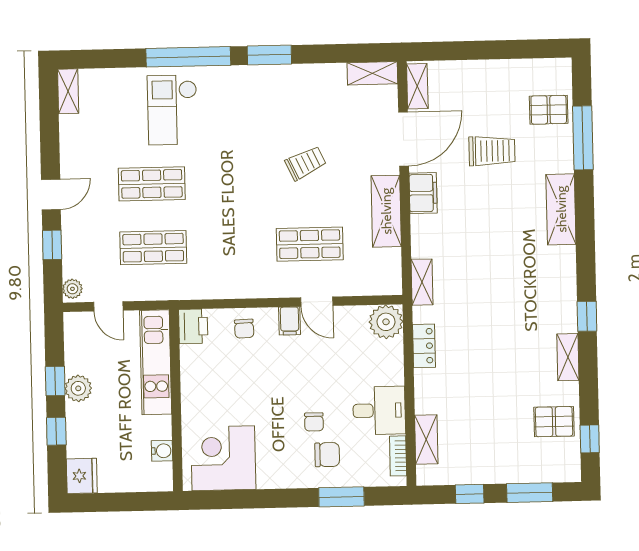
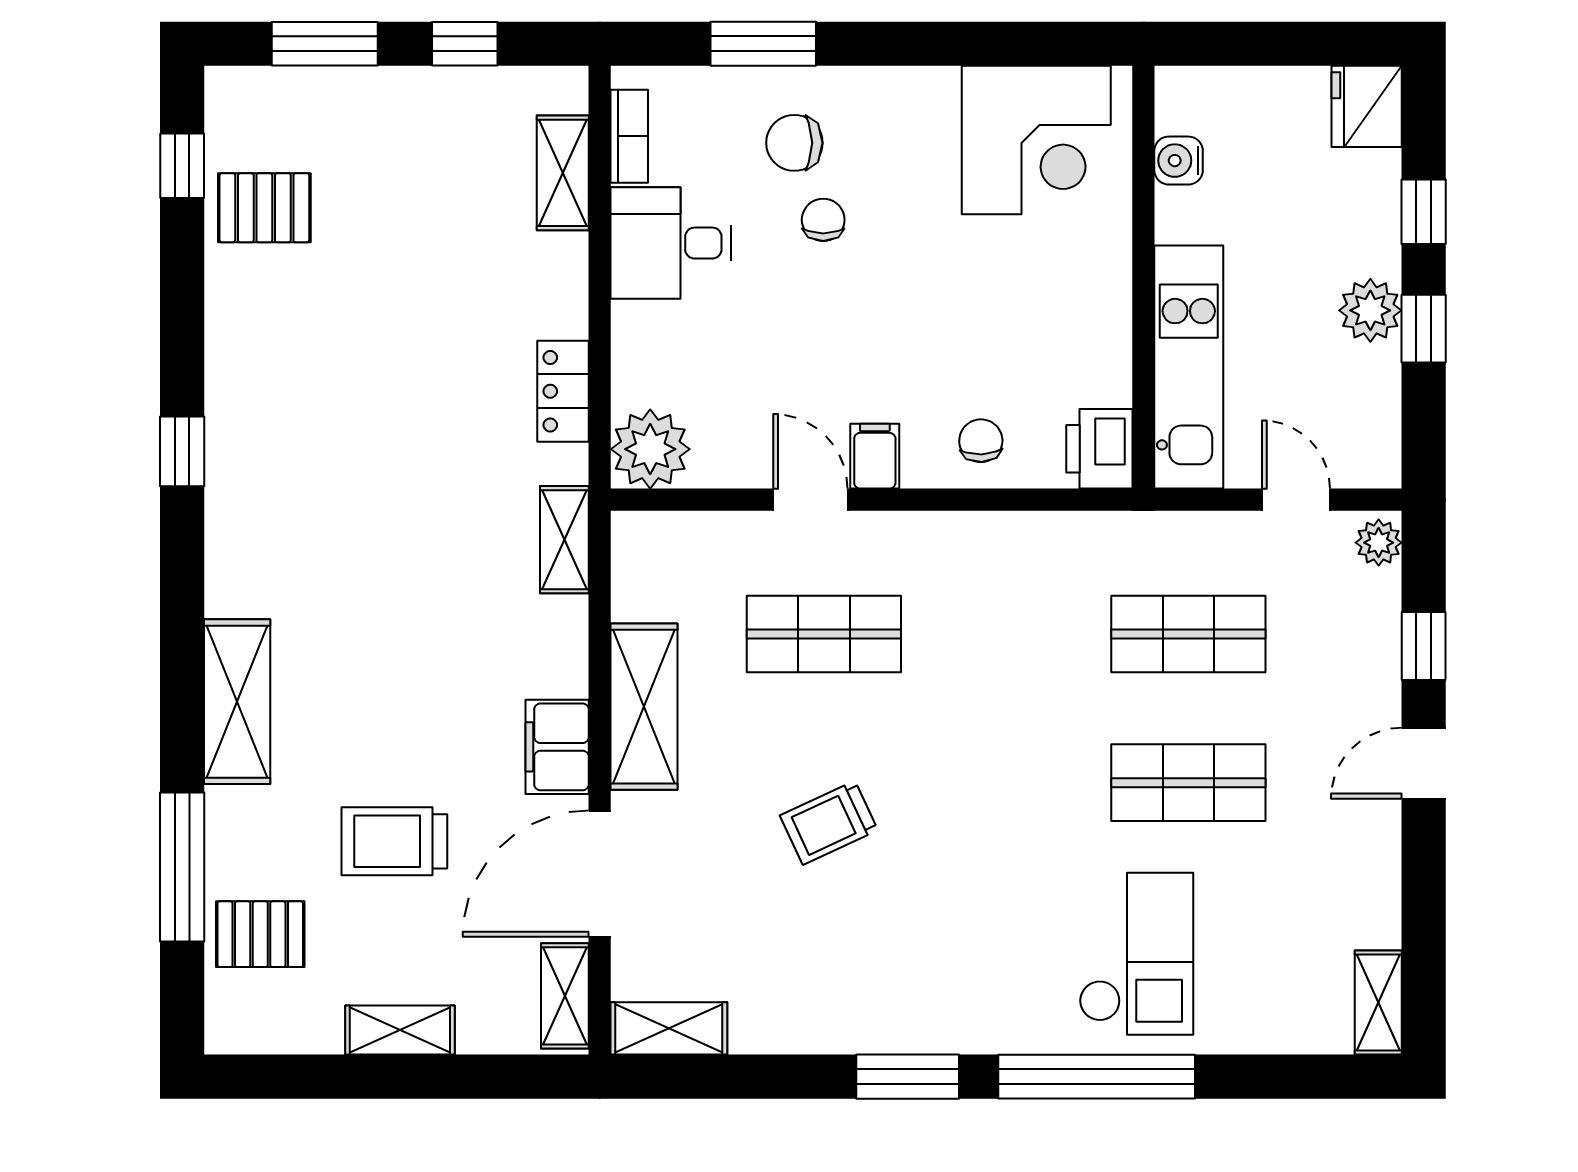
shelving: (568, 357) -> (400, 1030), moved, turned 90

